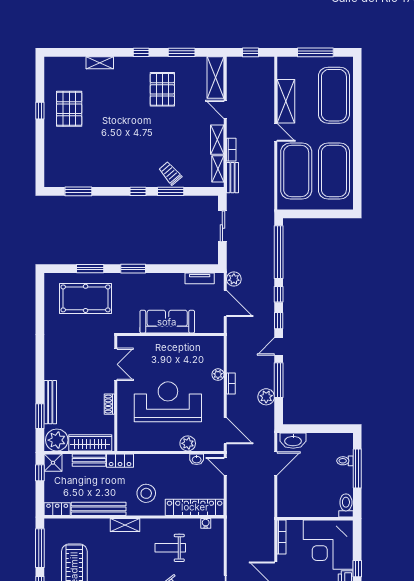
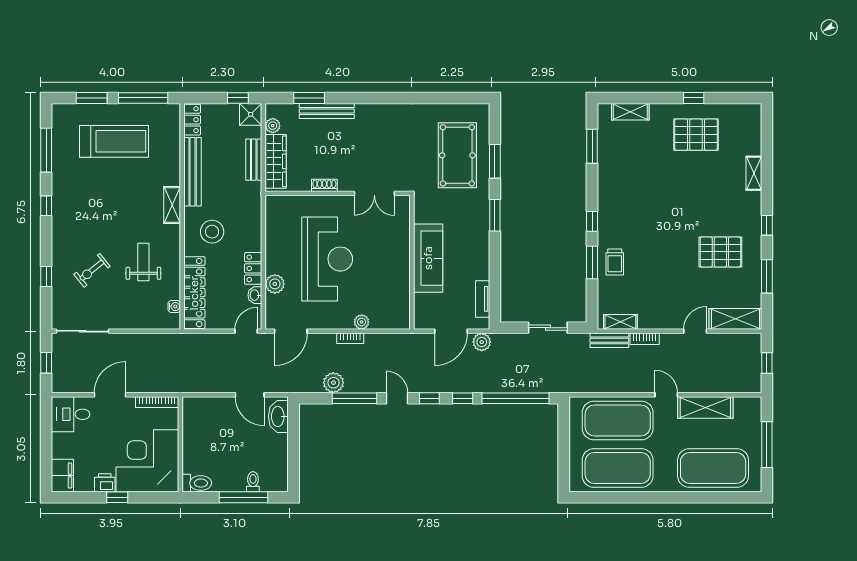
door: (276, 132) -> (666, 395), swing flipped
shelving: (217, 140) -> (630, 112), moved
trolley: (170, 173) -> (615, 262), turned 131
plant: (57, 440) -> (273, 126), width x0.53, depth x0.53
locker: (120, 461) -> (253, 268), moved

